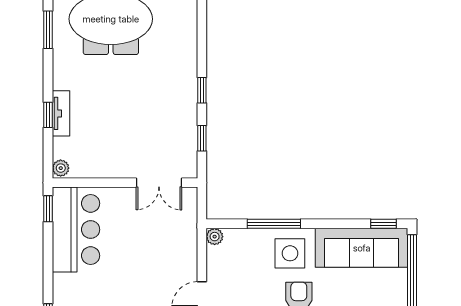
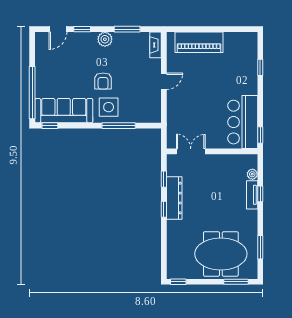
dresser: (185, 108) -> (174, 198), added
plant: (61, 168) -> (252, 174), moved
plant: (215, 237) -> (156, 118), removed

